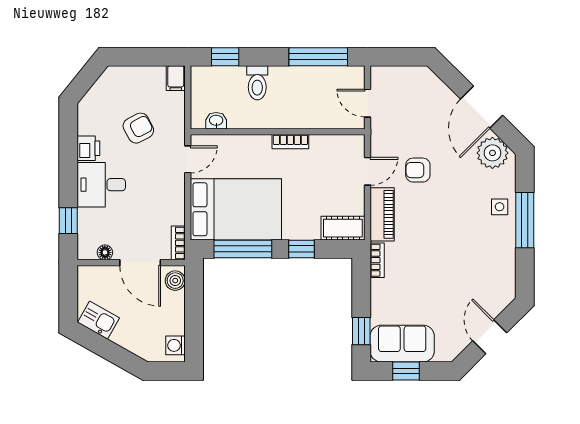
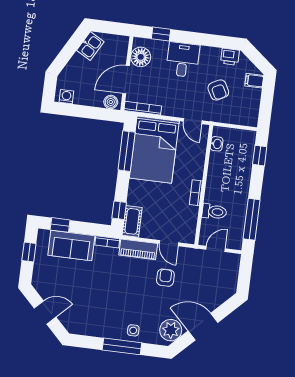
filing cabinet: (176, 78) -> (254, 81), moved
toilet: (257, 83) -> (214, 212), moved, turned 180
printer: (88, 148) -> (230, 57), moved
bookcase: (178, 243) -> (143, 108), width x1.56
window: (302, 249) -> (119, 210), moved
floor lamp: (105, 252) -> (141, 57), width x1.89, depth x1.89
sofa: (402, 344) -> (71, 245), moved, turned 90

